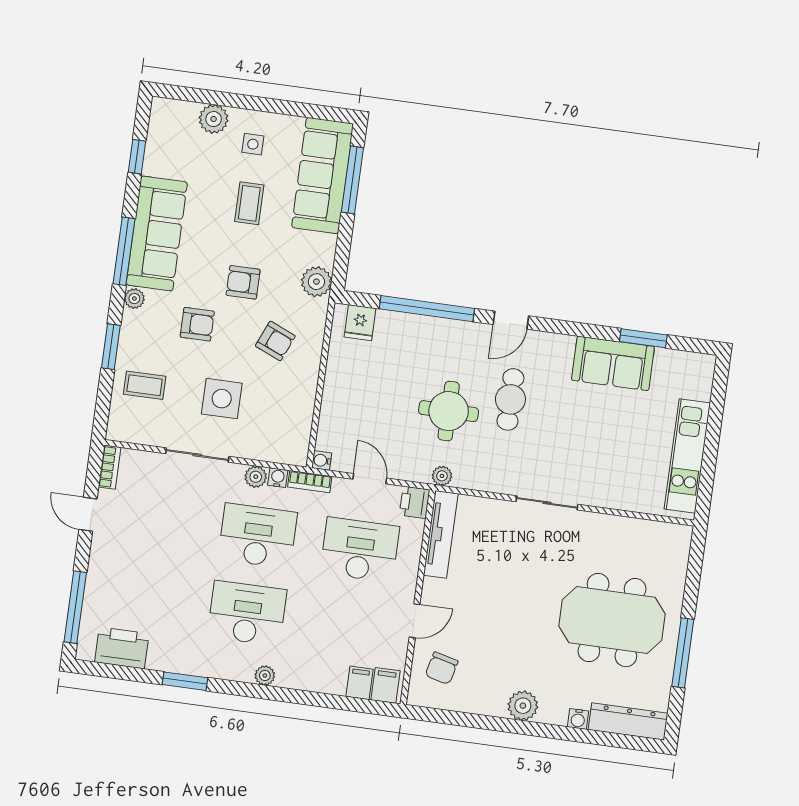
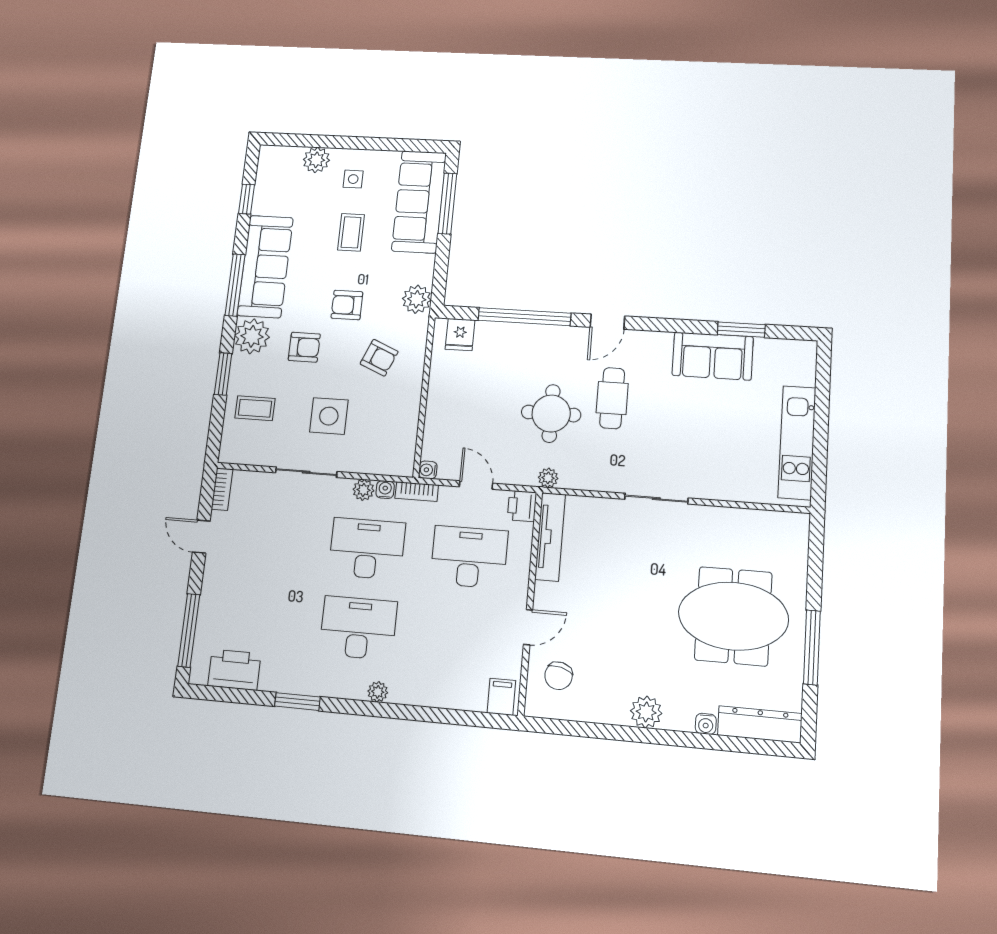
plant: (134, 299) -> (252, 336), width x1.88, depth x1.88
filing cabinet: (359, 683) -> (474, 695), removed

